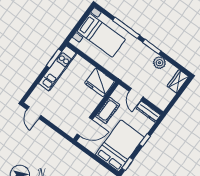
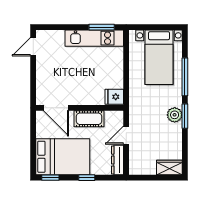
plant: (159, 63) -> (175, 115), moved
fridge: (100, 82) -> (114, 97), width x0.53, depth x0.75

